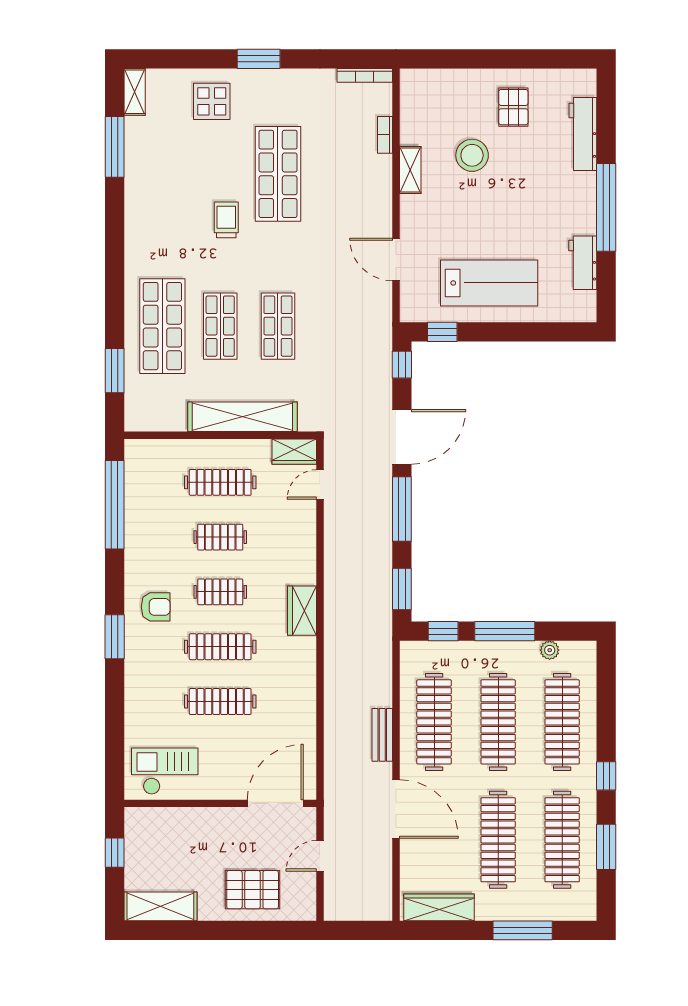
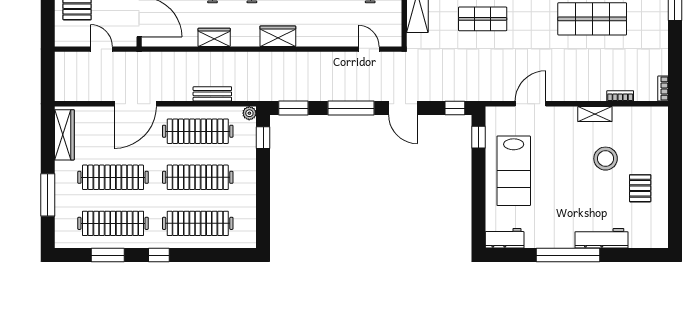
bookcase: (365, 75) -> (663, 88), width x0.64
pallet: (513, 107) -> (640, 188), turned 90
workbench: (583, 134) -> (602, 238), moved
workbench: (583, 263) -> (505, 238), moved
door: (402, 437) -> (403, 108), width x0.73
wardrobe: (294, 452) -> (214, 37), moved, turned 90
window: (505, 631) -> (263, 182), removed
plant: (550, 650) -> (249, 113), moved
bench: (382, 735) -> (212, 94), moved

